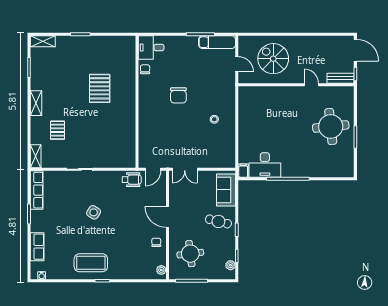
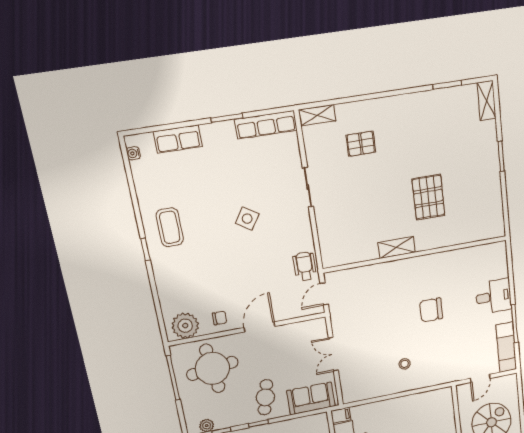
desk: (151, 47) -> (494, 296), moved, turned 90
chair: (145, 69) -> (462, 258), removed
pallet: (100, 88) -> (428, 197), turned 90
shelving: (36, 103) -> (397, 247), moved
door: (153, 169) -> (324, 294), hinge flipped
double door: (185, 169) -> (333, 354), moved
wheelchair: (132, 180) -> (305, 266), turned 180
round table: (190, 254) -> (212, 368), width x1.36, depth x1.36
coffee table: (91, 263) -> (170, 227), width x0.73, depth x0.76
plant: (161, 270) -> (185, 326), width x1.88, depth x1.88

